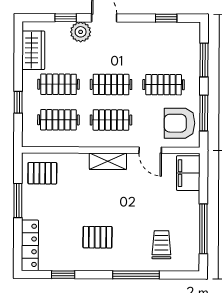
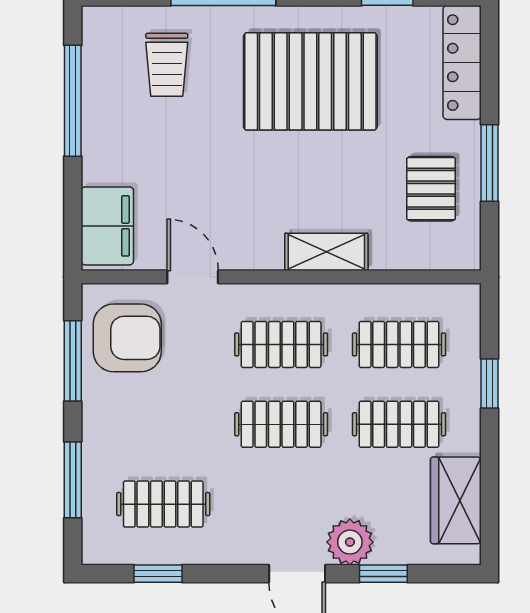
clothes rail: (164, 85) -> (163, 504), moved
shelving: (108, 161) -> (326, 252), moved
pallet: (42, 173) -> (431, 189), moved, turned 90
pallet: (97, 237) -> (310, 81), width x2.05, depth x2.00

